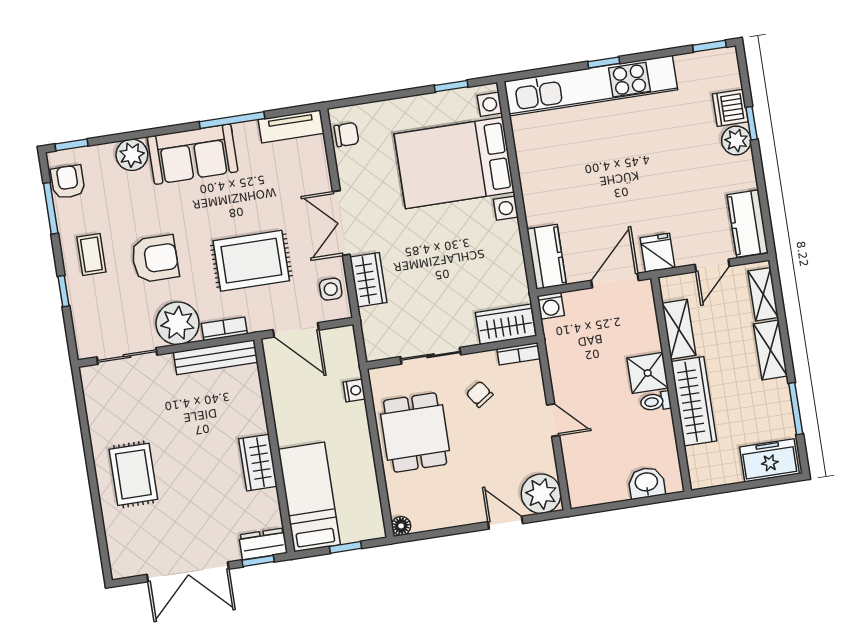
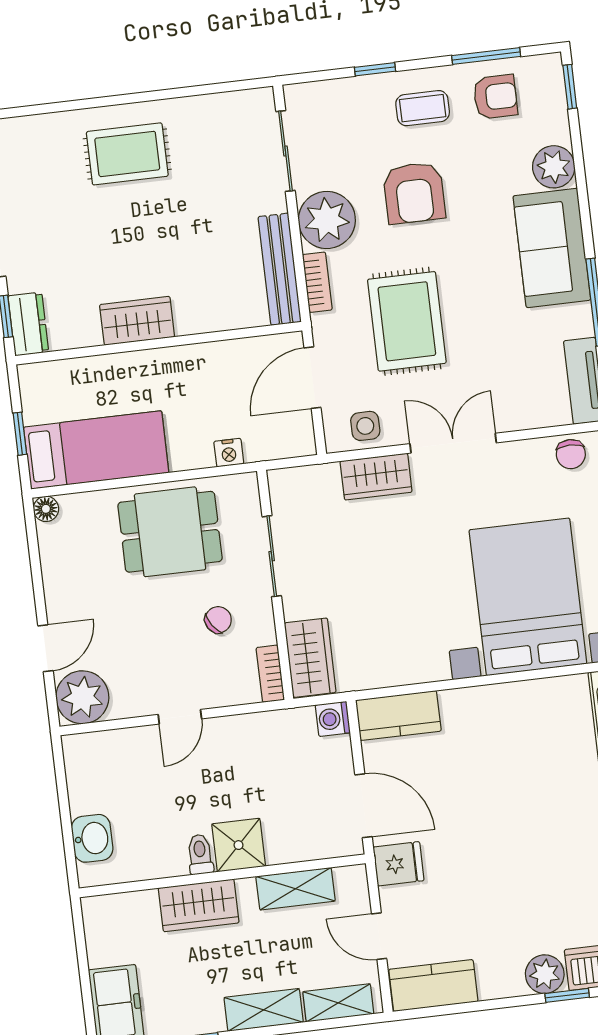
armchair: (68, 182) -> (495, 97), moved
wardrobe: (694, 401) -> (199, 905), width x0.67
bed: (309, 497) -> (96, 450), moved

